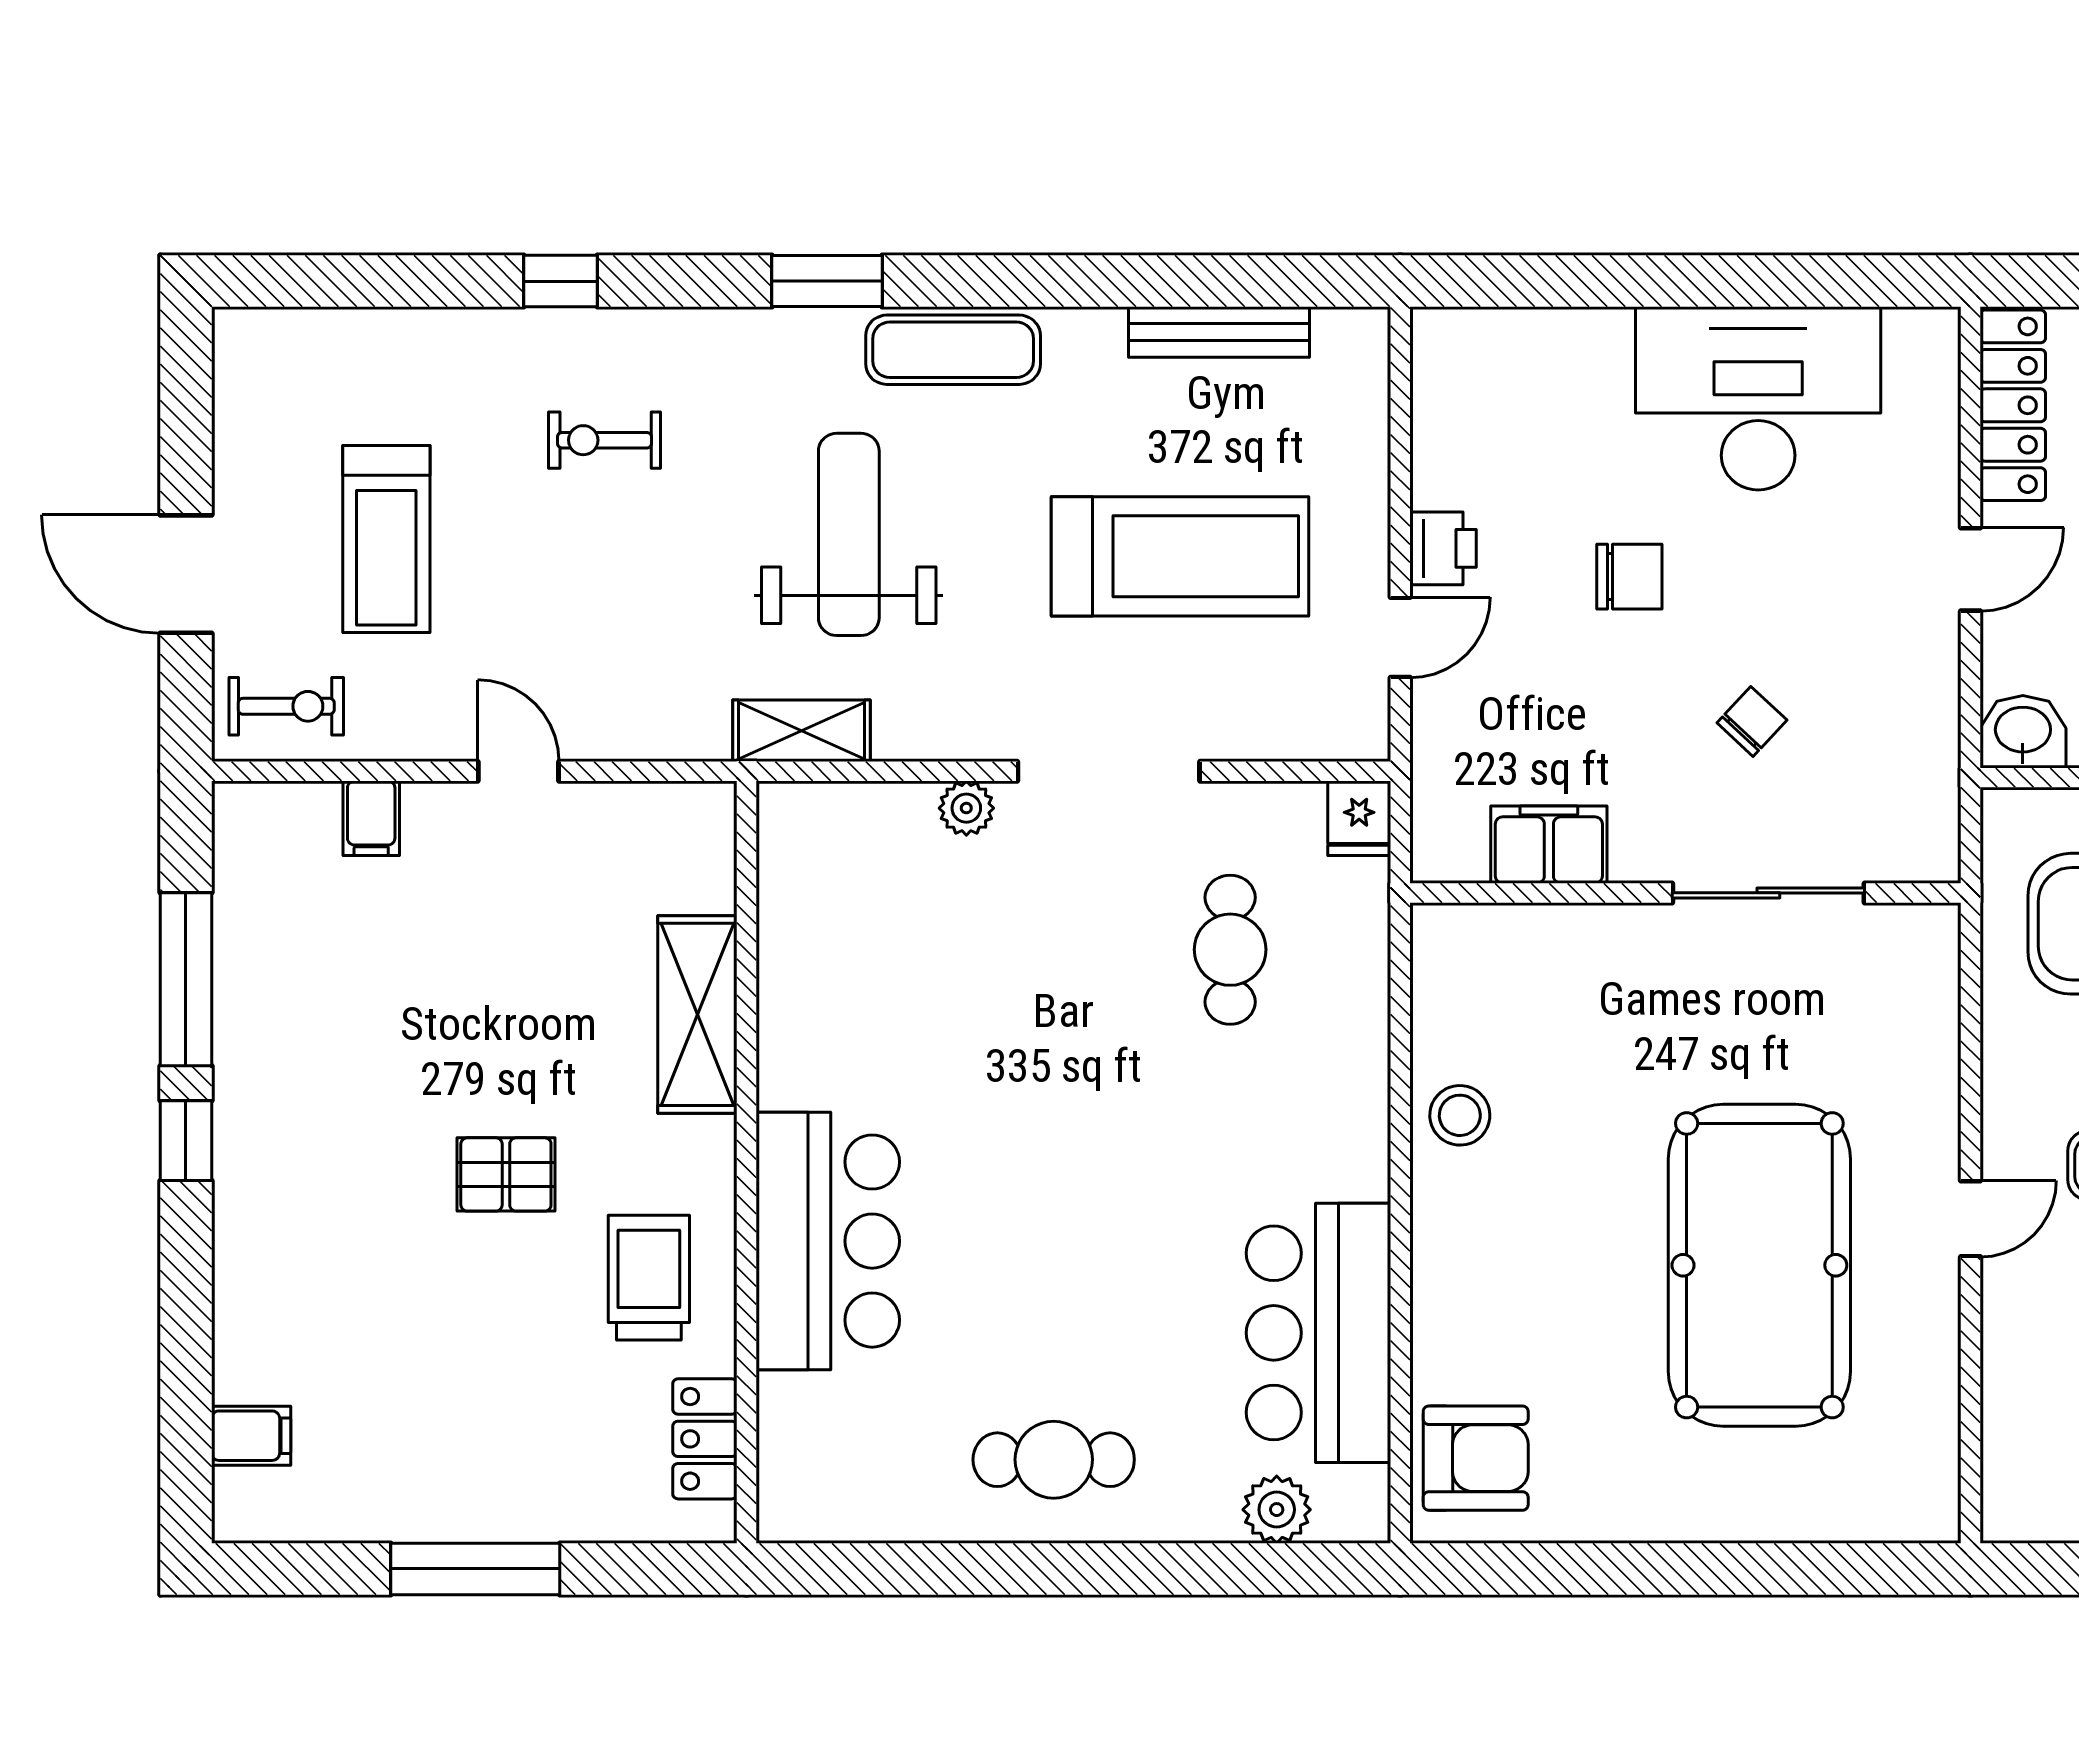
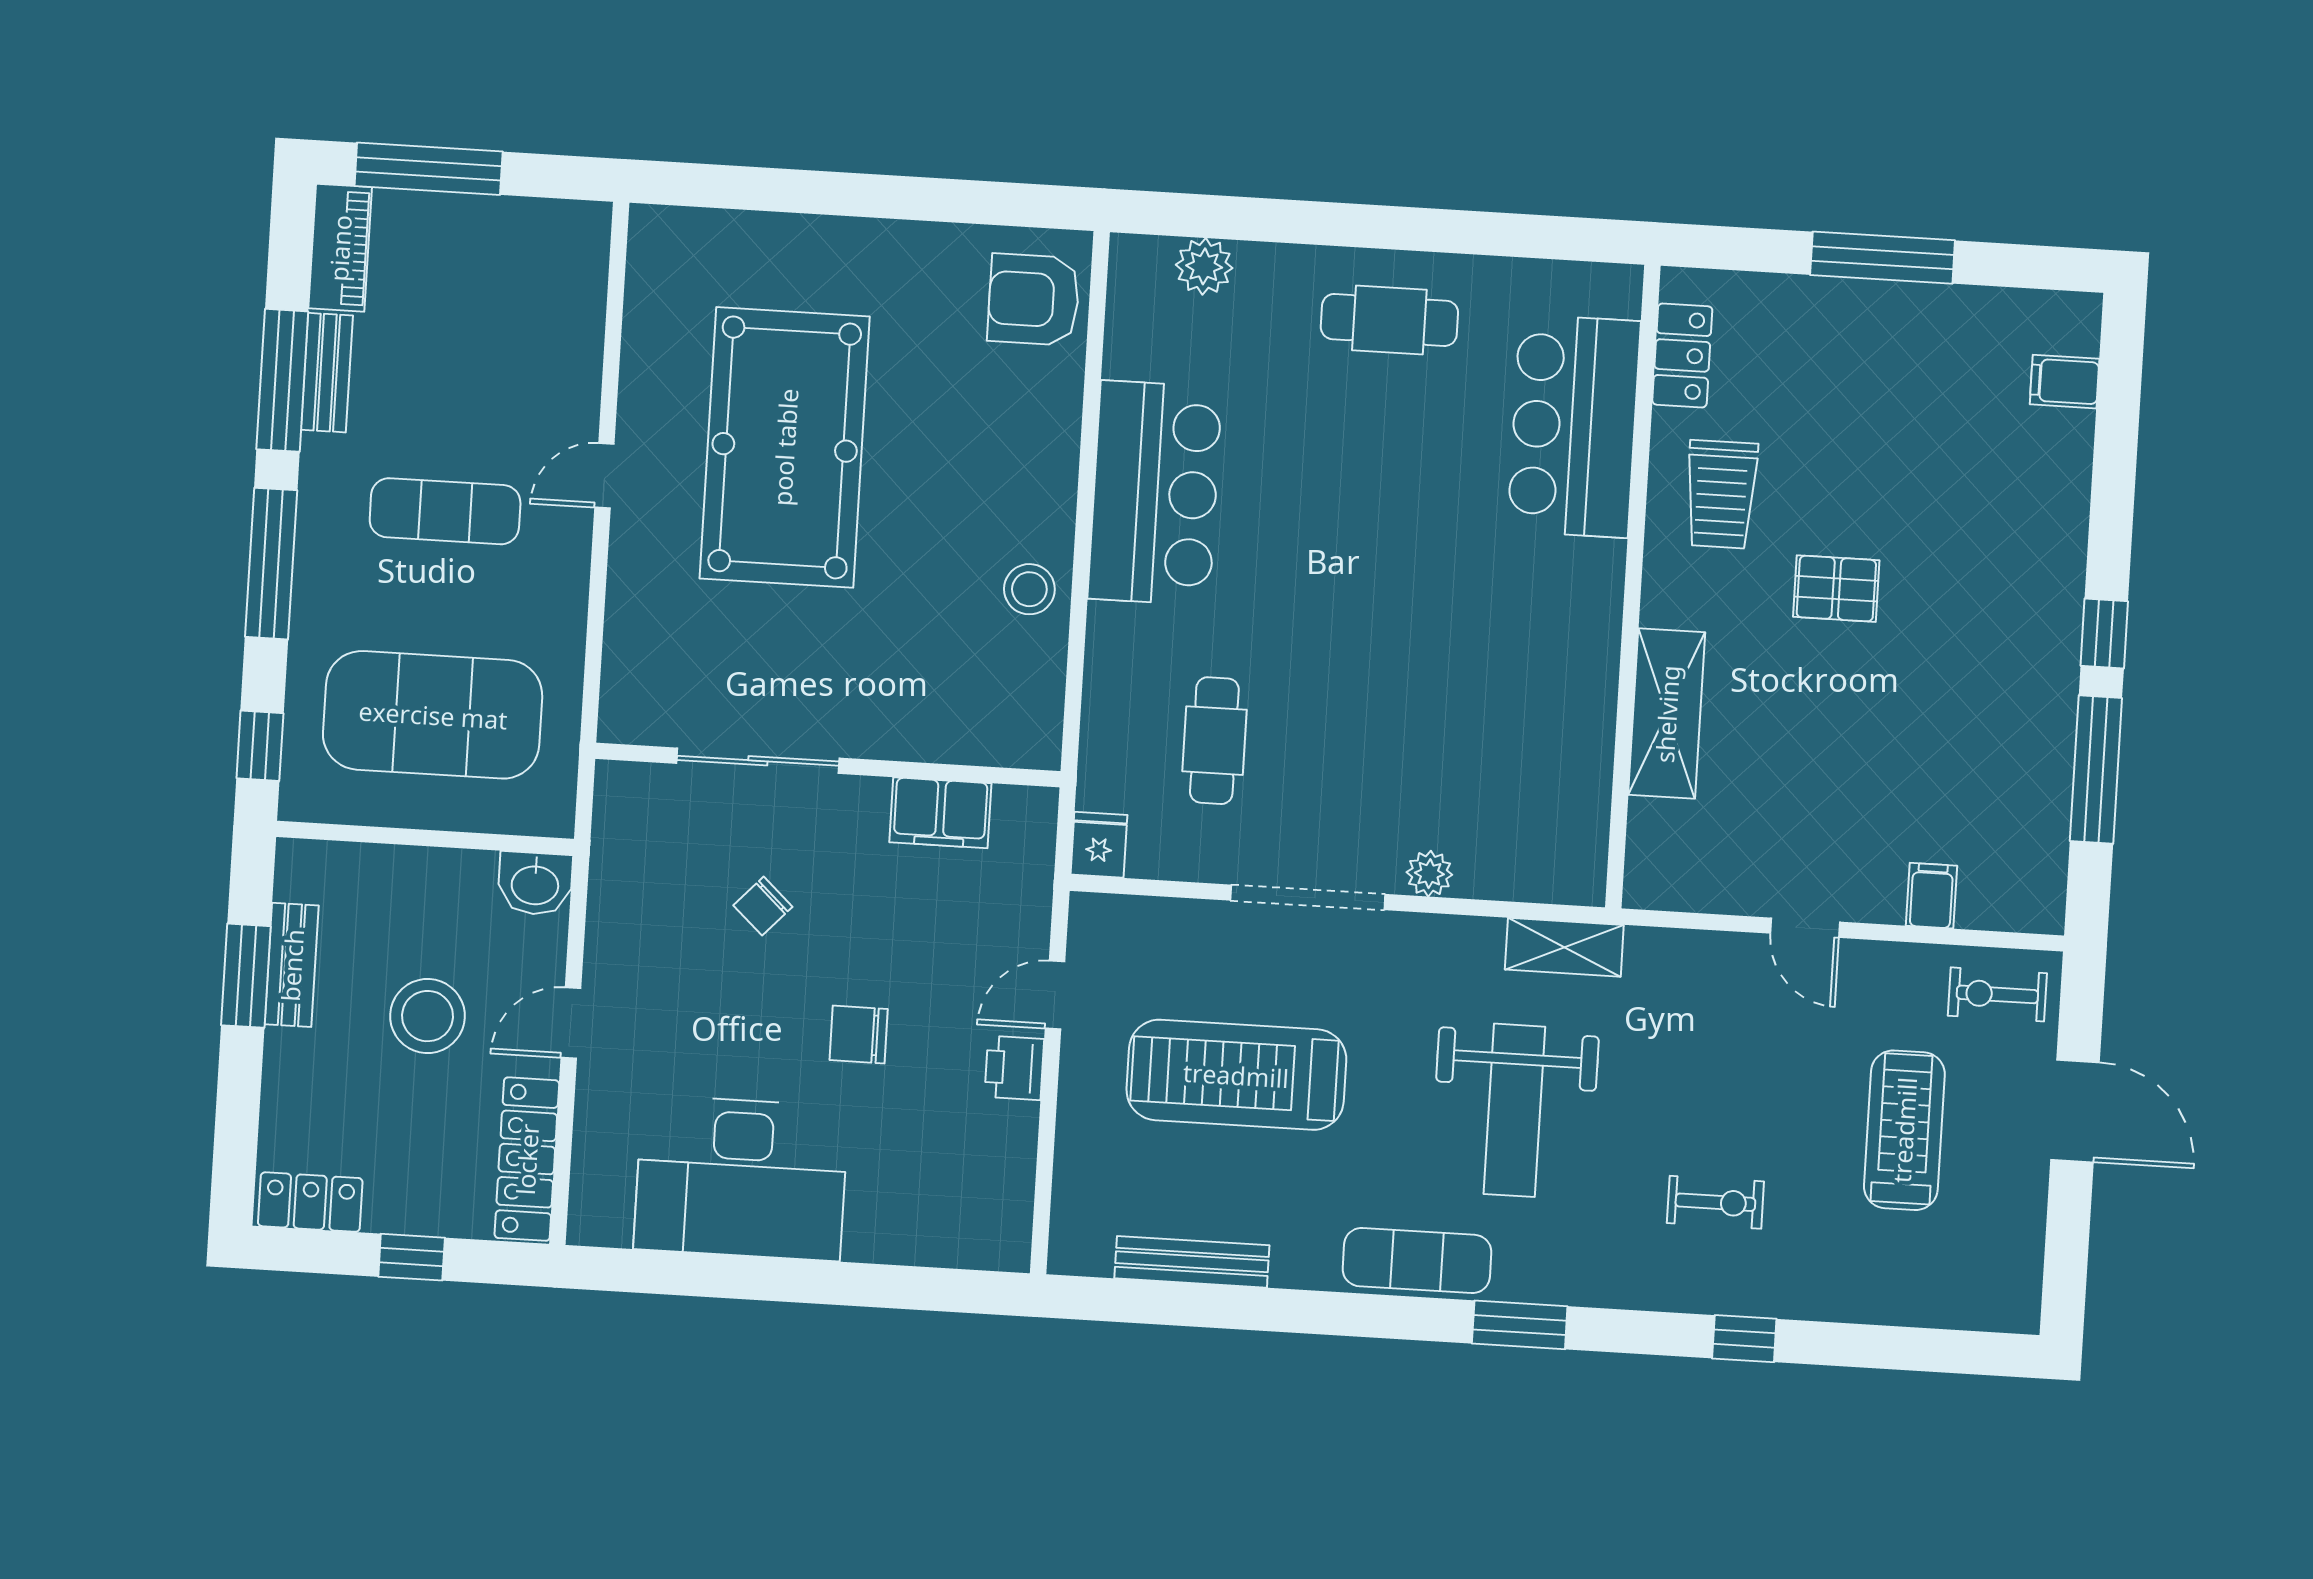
bar counter: (828, 1241) -> (1574, 426), moved
bar counter: (1318, 1333) -> (1155, 493), moved

